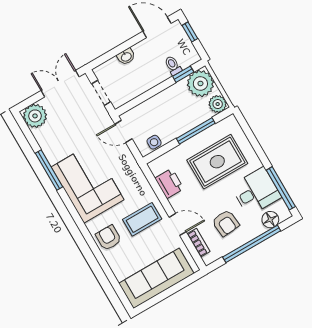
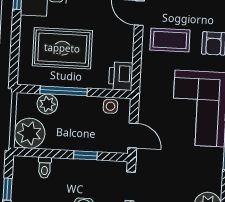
window: (183, 74) -> (85, 155), moved
plant: (218, 104) -> (47, 104), moved
printer: (169, 183) -> (121, 76), moved

